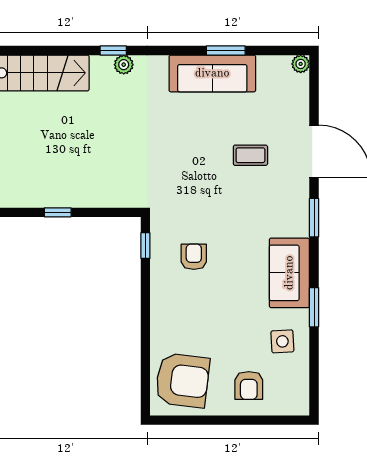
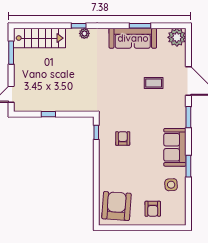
plant: (301, 64) -> (177, 37), width x1.88, depth x1.88
armchair: (182, 380) -> (116, 206), turned -93

